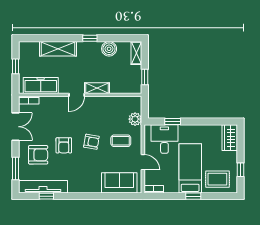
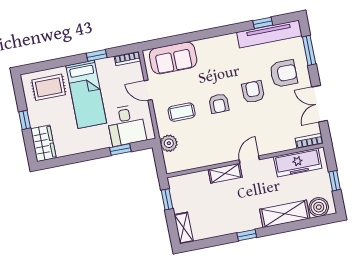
boiler: (109, 49) -> (319, 207), moved
armchair: (91, 142) -> (219, 103), turned -100
armchair: (38, 155) -> (284, 73), turned 180
window: (240, 170) -> (25, 120), moved
window: (193, 196) -> (97, 55), moved

